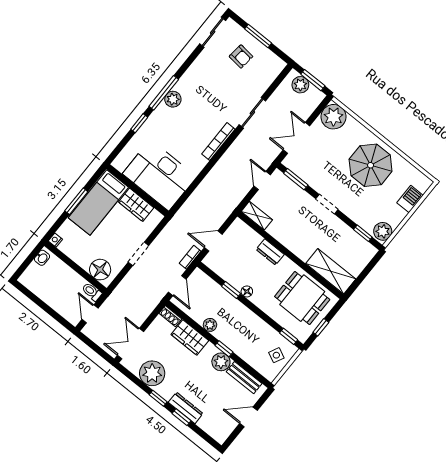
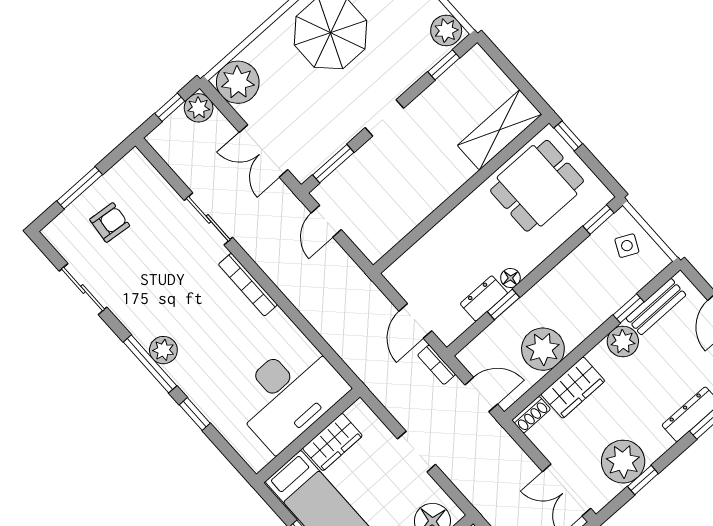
sliding door: (213, 32) -> (83, 289), moved
window: (313, 80) -> (170, 107), width x0.67
plant: (300, 85) -> (199, 108), moved
door: (262, 181) -> (326, 221), hinge flipped
shelving: (257, 216) -> (384, 240), removed
dresser: (270, 252) -> (484, 298), moved, turned 180
plant: (210, 325) -> (543, 349), width x1.88, depth x1.88
window: (321, 327) -> (568, 136), moved
window: (224, 349) -> (628, 308), moved
window: (158, 398) -> (643, 480), moved

